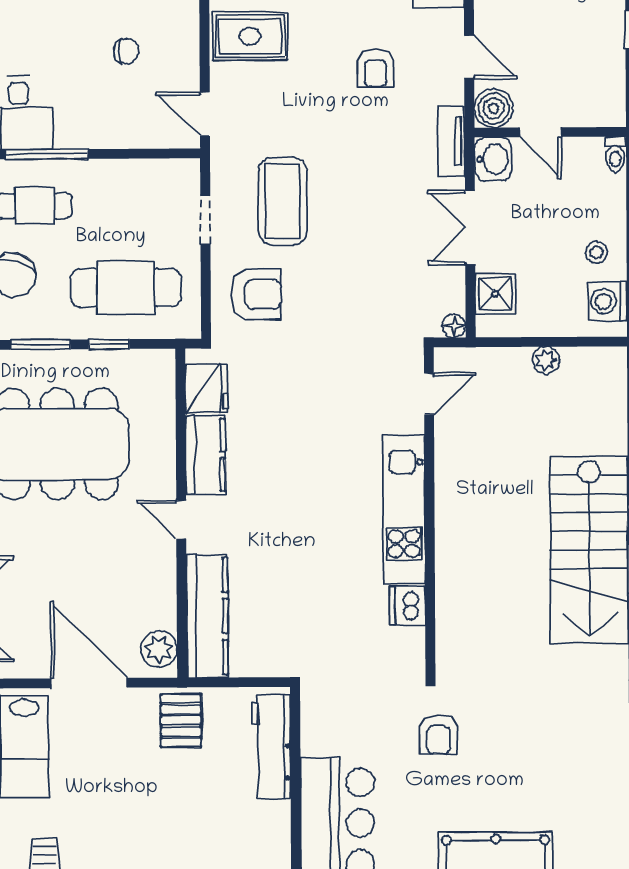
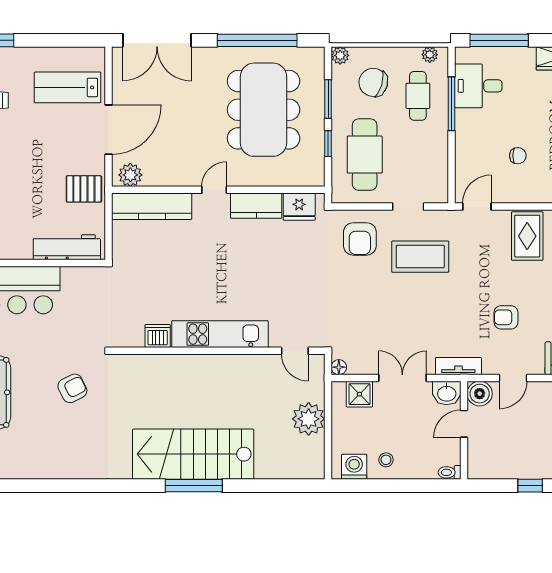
chair: (126, 51) -> (518, 156), turned -90
plant: (546, 360) -> (309, 419), width x1.88, depth x1.88
armchair: (439, 735) -> (72, 388), moved, turned 153

